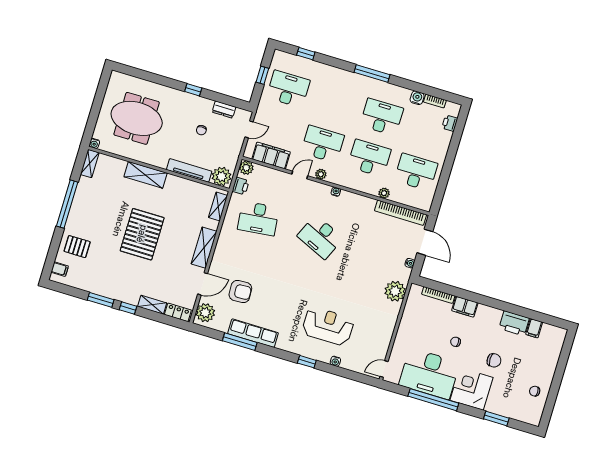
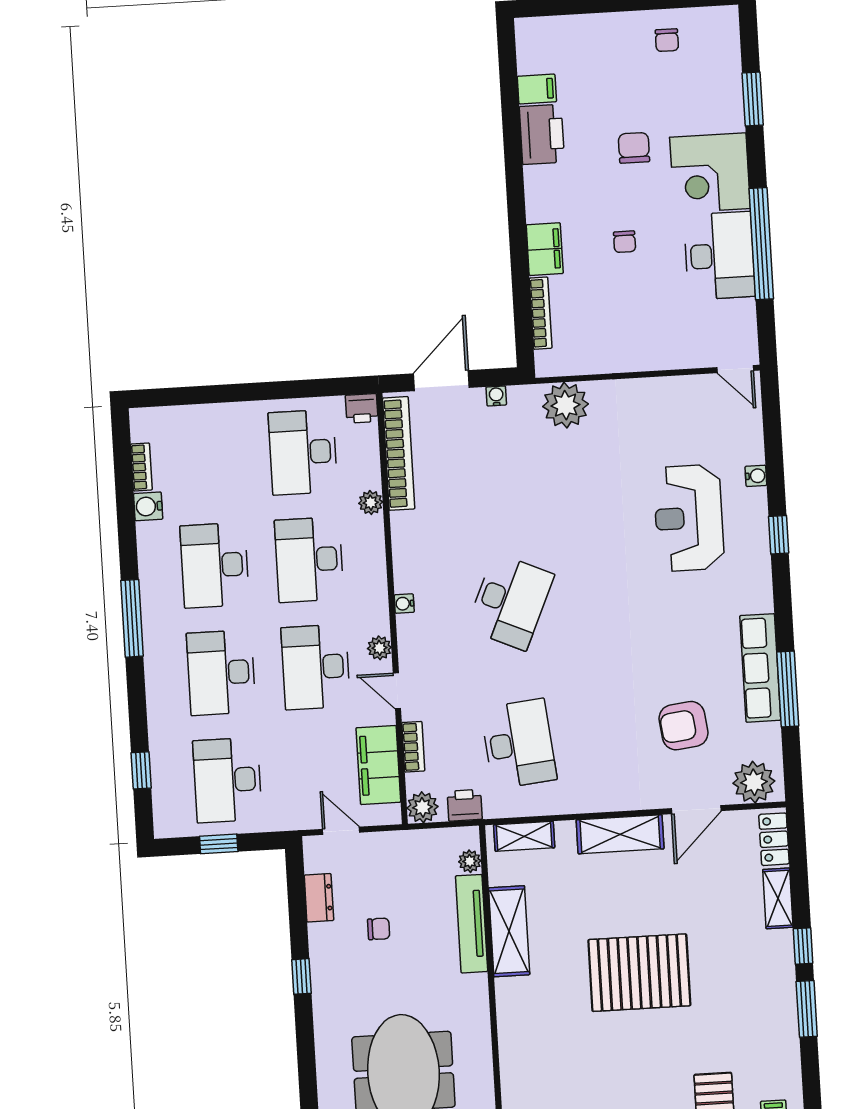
desk: (335, 103) -> (221, 673), added
printer: (450, 123) -> (362, 408), moved
bookcase: (273, 173) -> (413, 747), added
shelving: (146, 175) -> (509, 931), moved
plant: (222, 176) -> (470, 861), width x0.53, depth x0.53
door: (203, 284) -> (696, 810), swing flipped
armchair: (240, 292) -> (683, 726), turned -94
desk: (429, 374) -> (719, 256), width x0.73, depth x0.77

